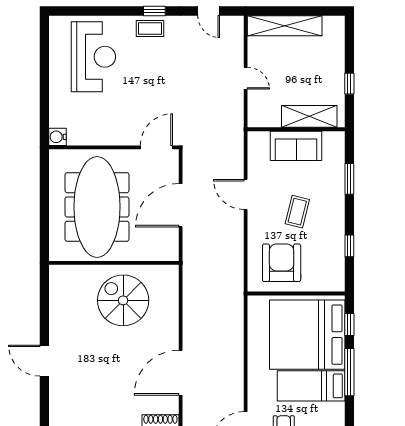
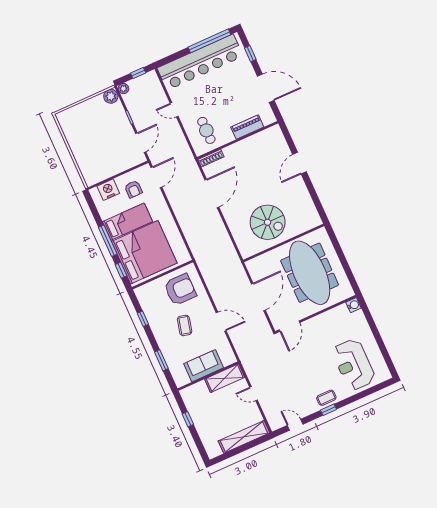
shelving: (309, 116) -> (225, 378), moved
armchair: (282, 263) -> (180, 290), turned -90
door: (44, 361) -> (299, 163), swing flipped

